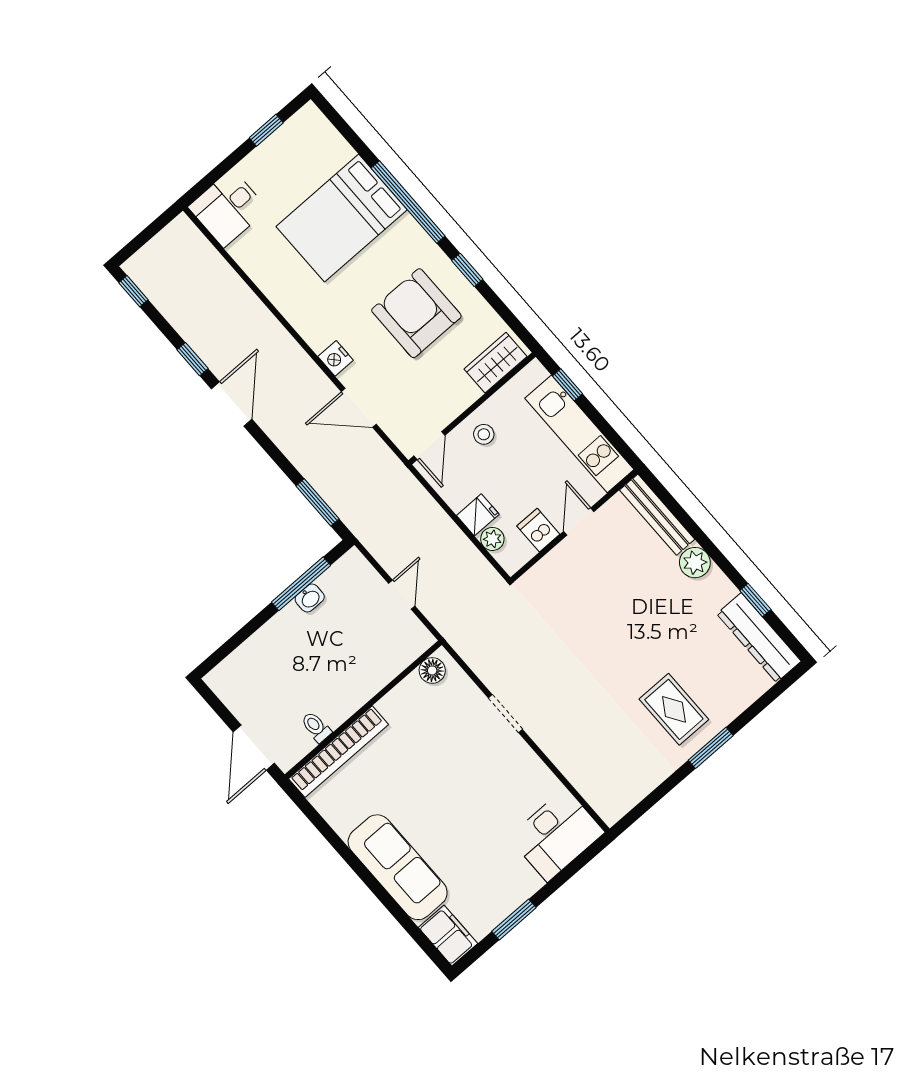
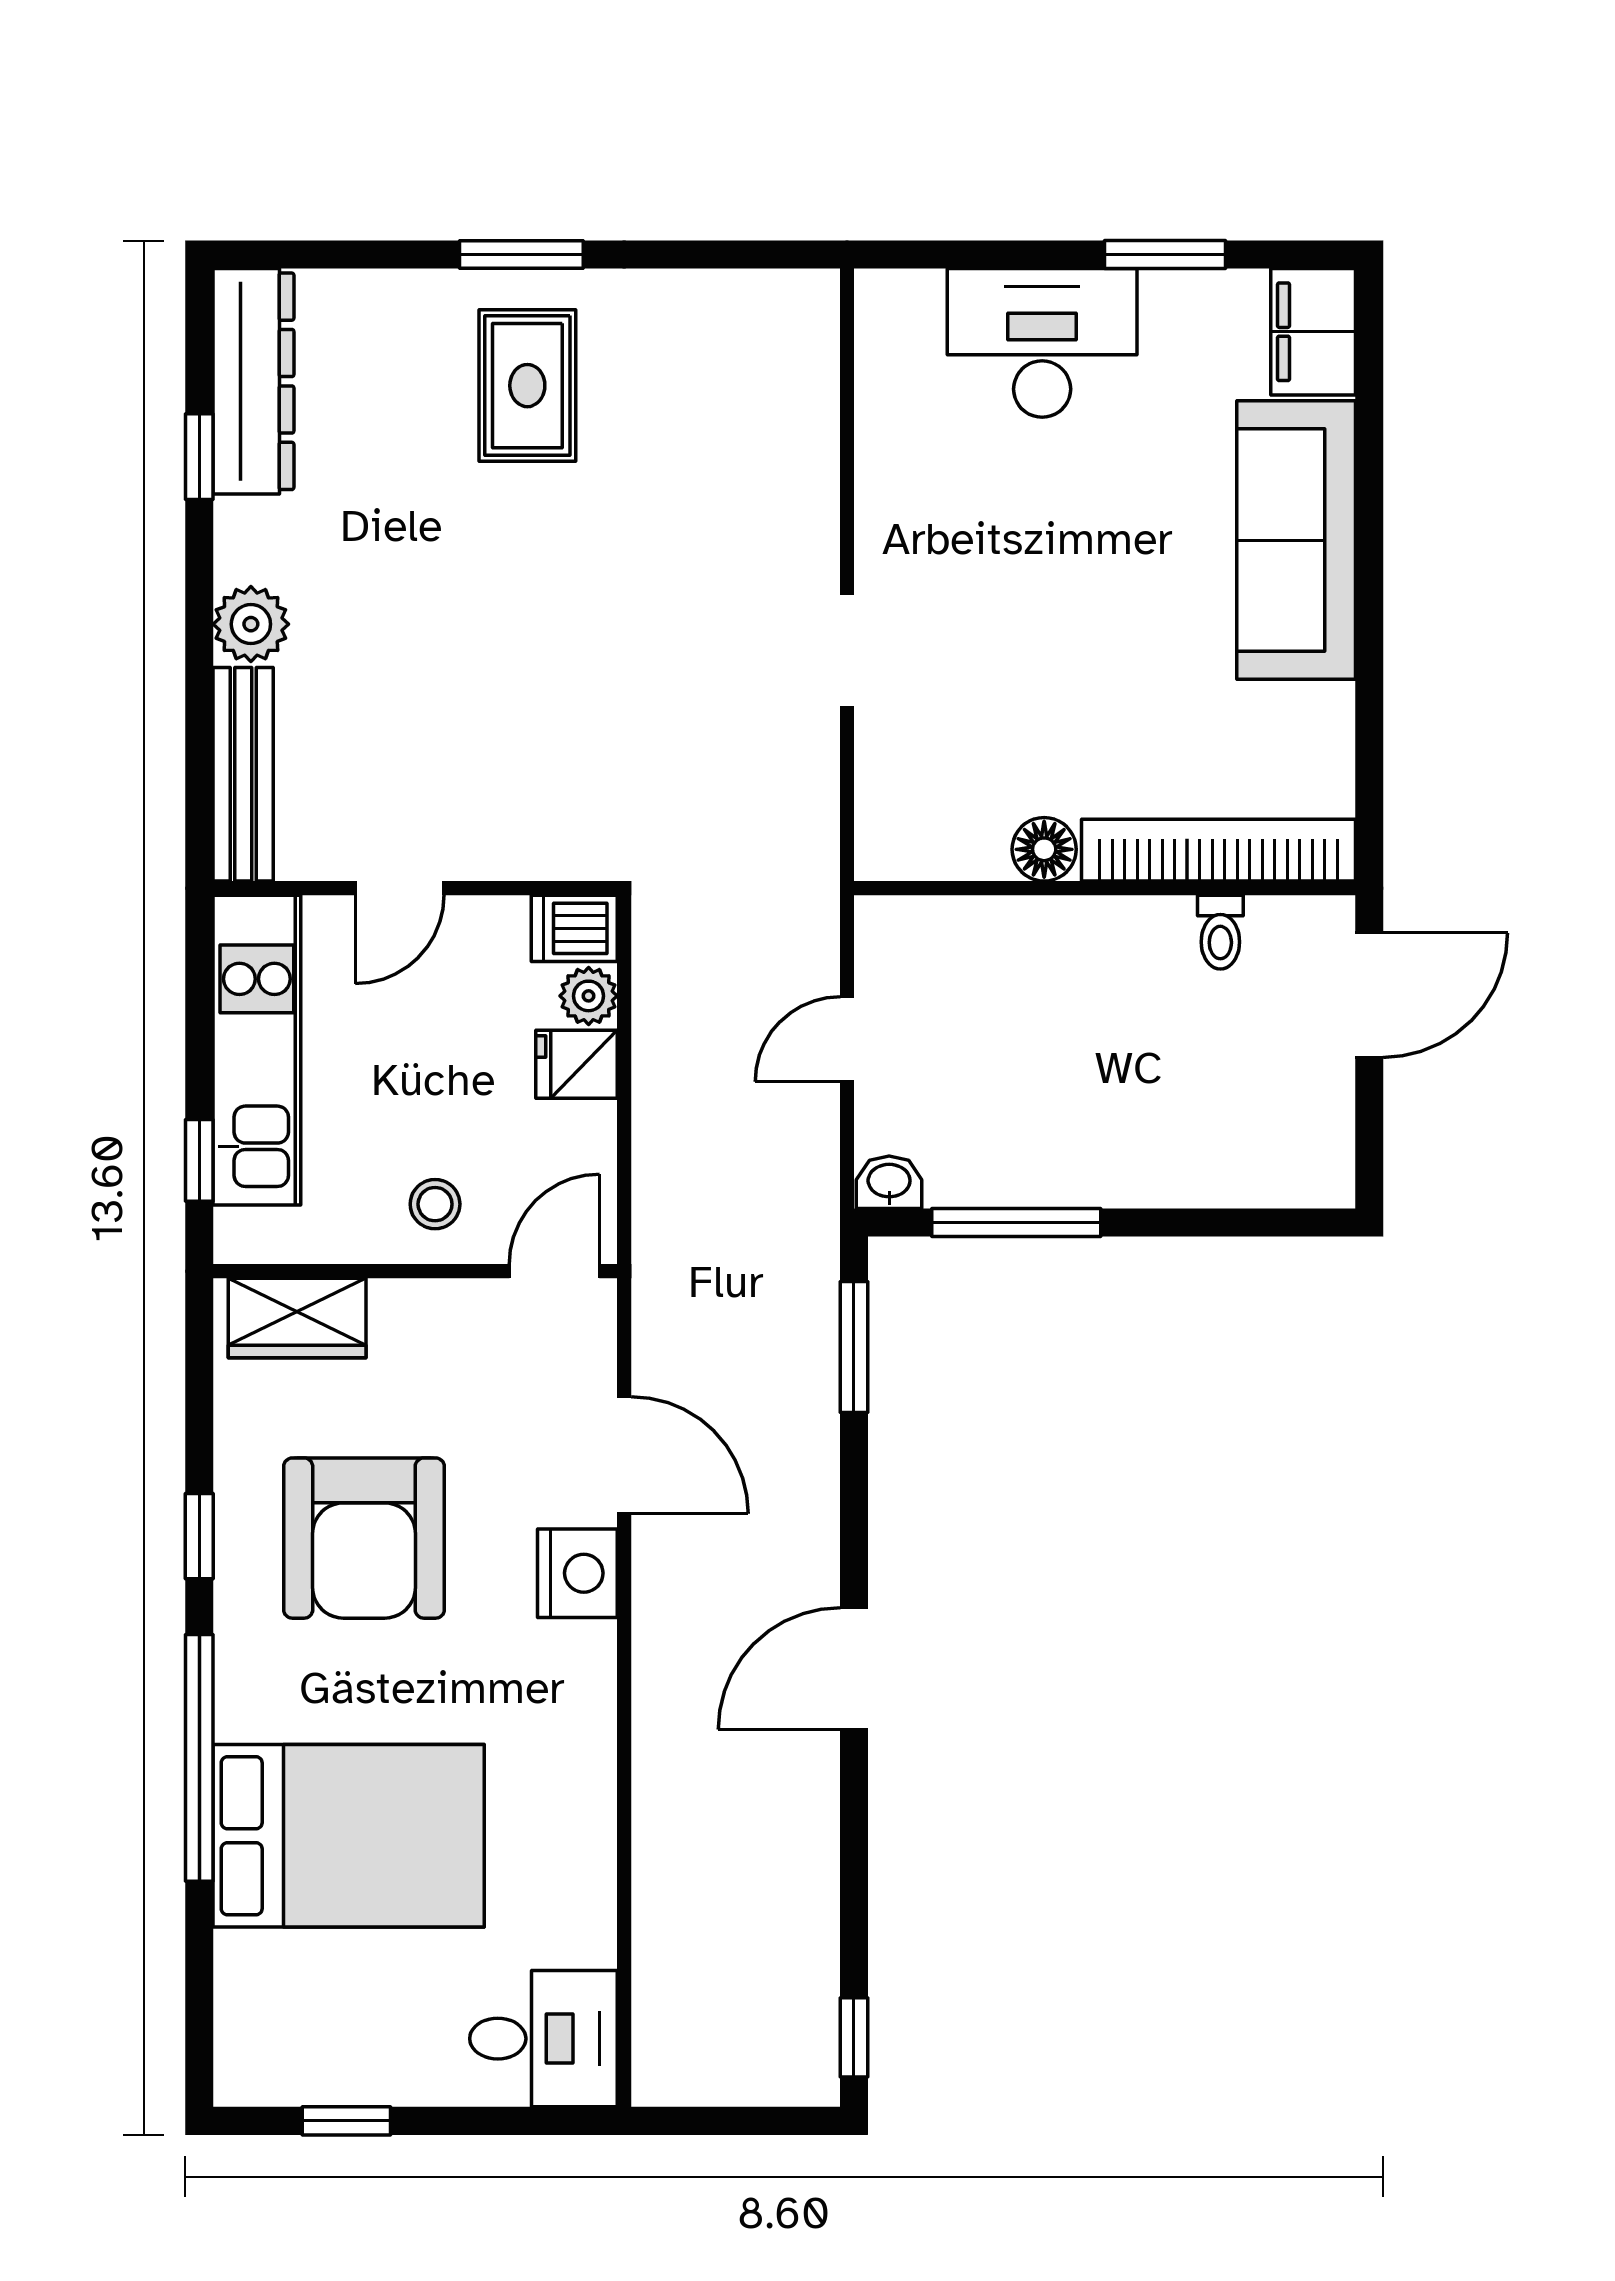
nightstand: (336, 358) -> (577, 1573), width x1.36, depth x1.33
window: (192, 359) -> (854, 1816), removed
dishwasher: (538, 530) -> (574, 928), moved, turned 90
washbasin: (310, 598) -> (889, 1182), moved
floor lamp: (432, 670) -> (1044, 849), moved
desk: (556, 835) -> (1042, 343), moved

